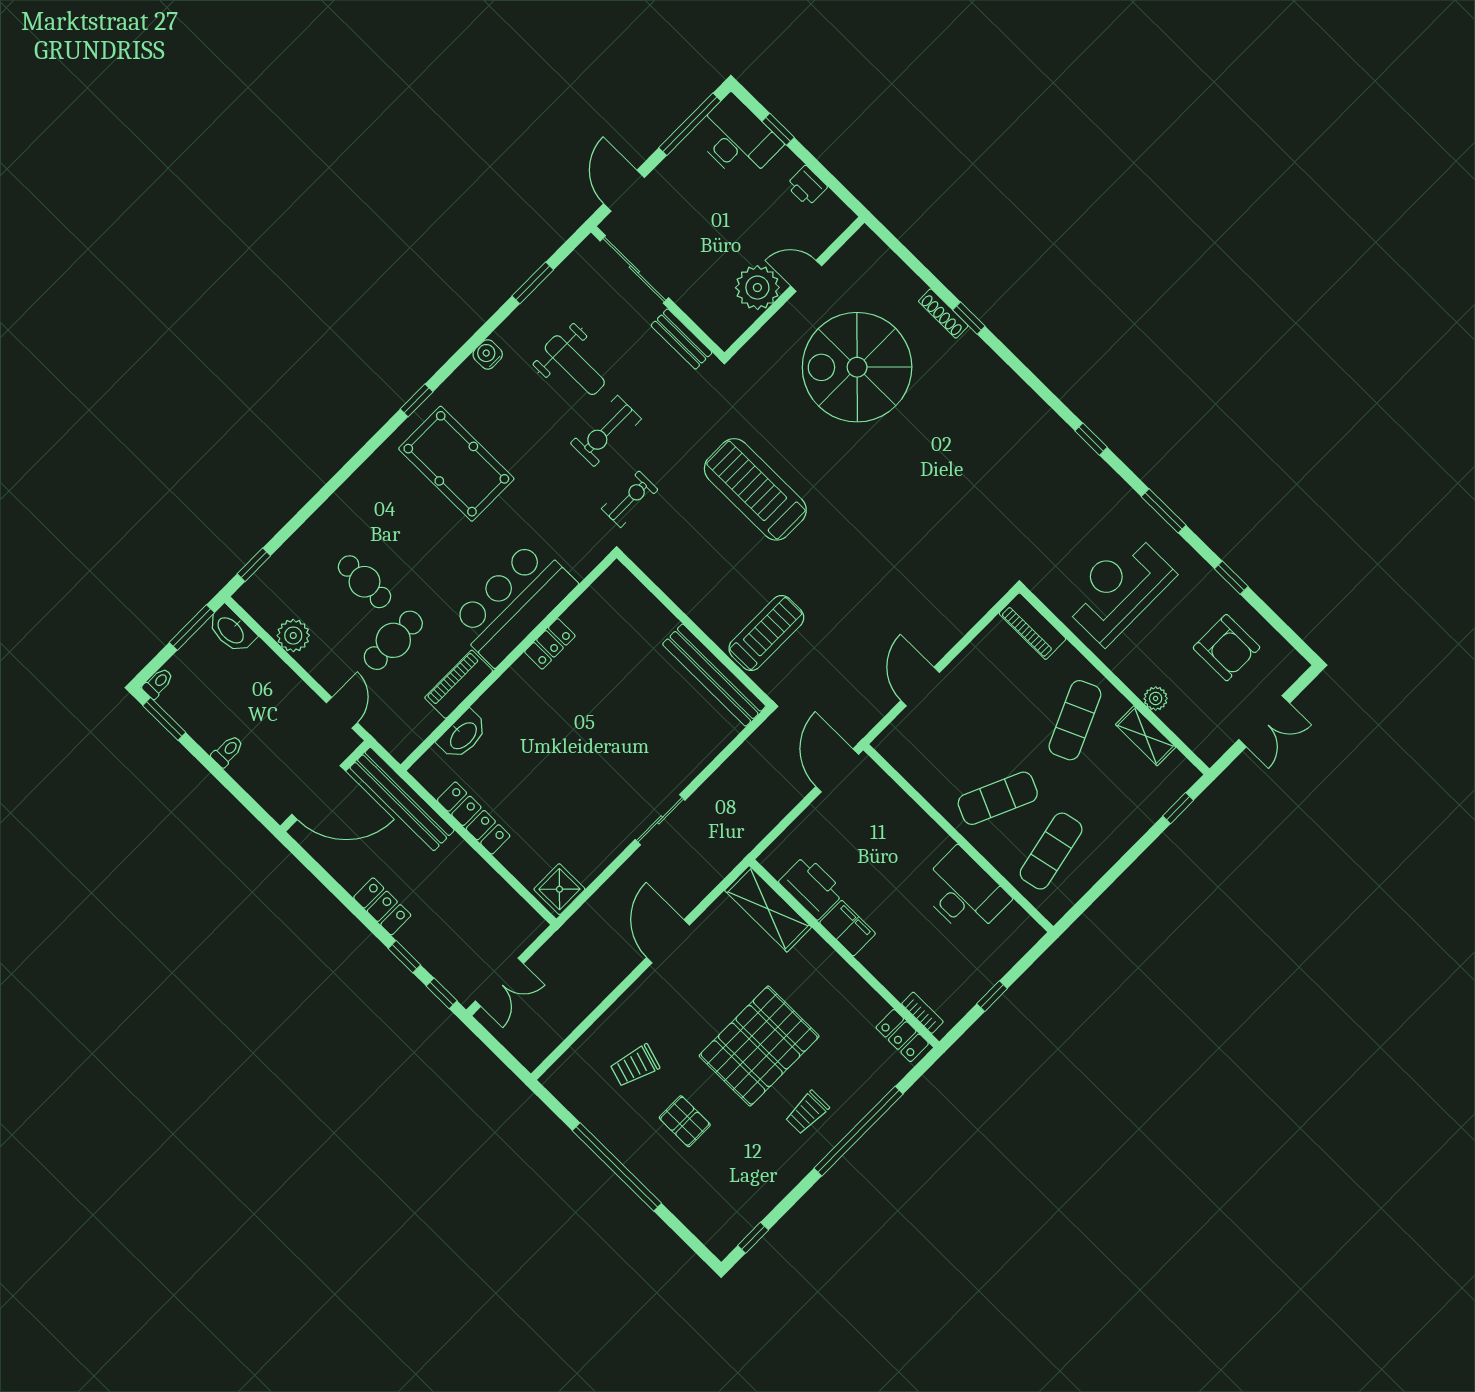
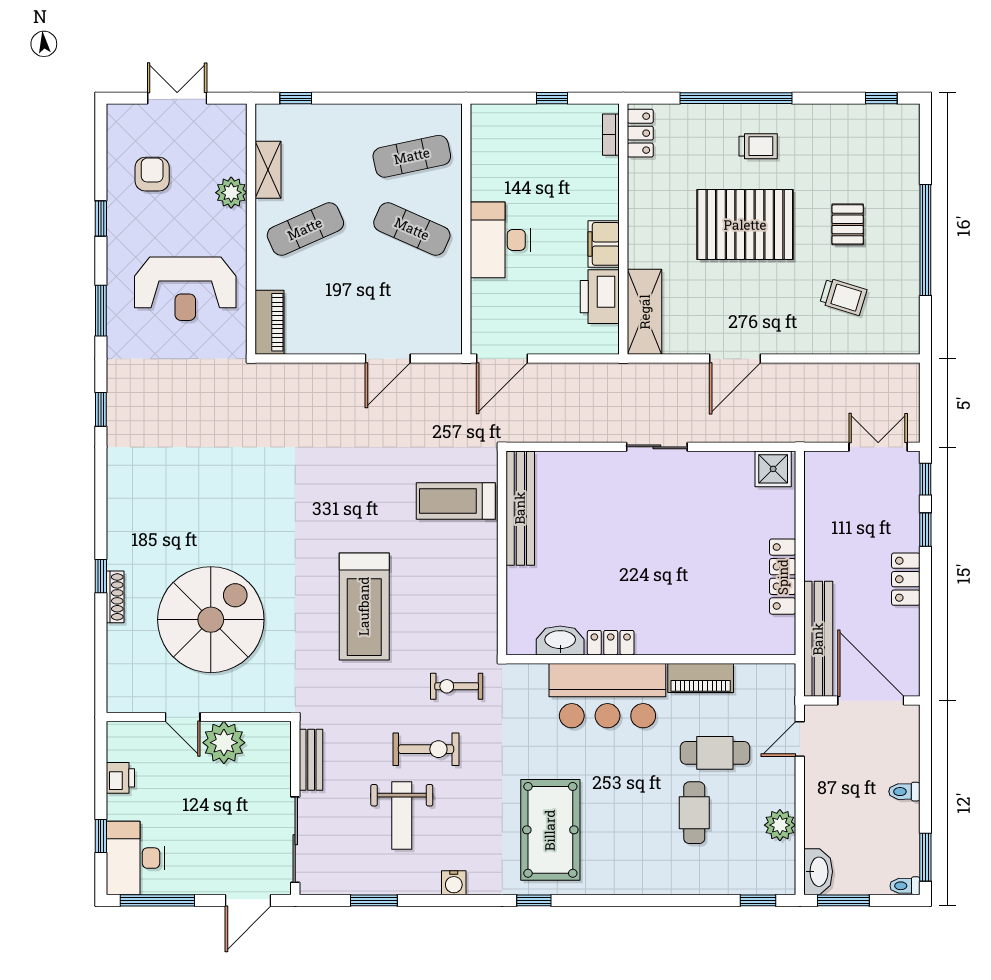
weight bench: (575, 365) -> (402, 815), turned 180
spiral stairs: (857, 367) -> (211, 620), turned -90
armchair: (1227, 648) -> (152, 174), width x0.72, depth x0.72
plant: (1156, 698) -> (231, 193), width x1.38, depth x1.38
washbasin: (463, 735) -> (560, 640), moved
desk: (964, 893) -> (500, 240), moved

